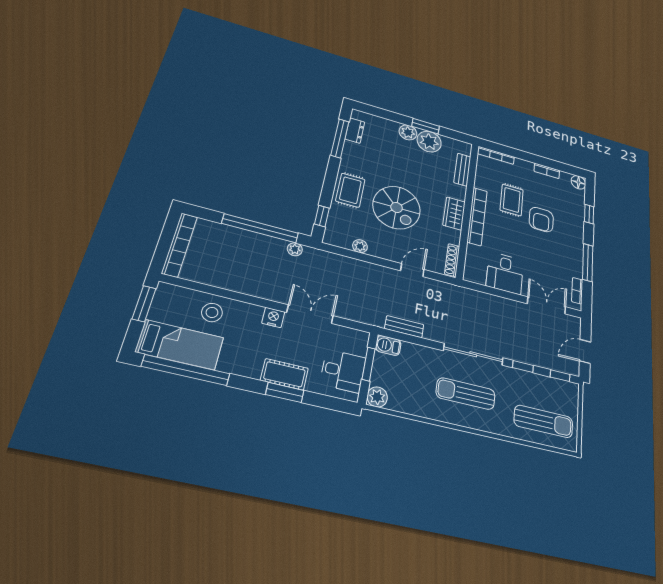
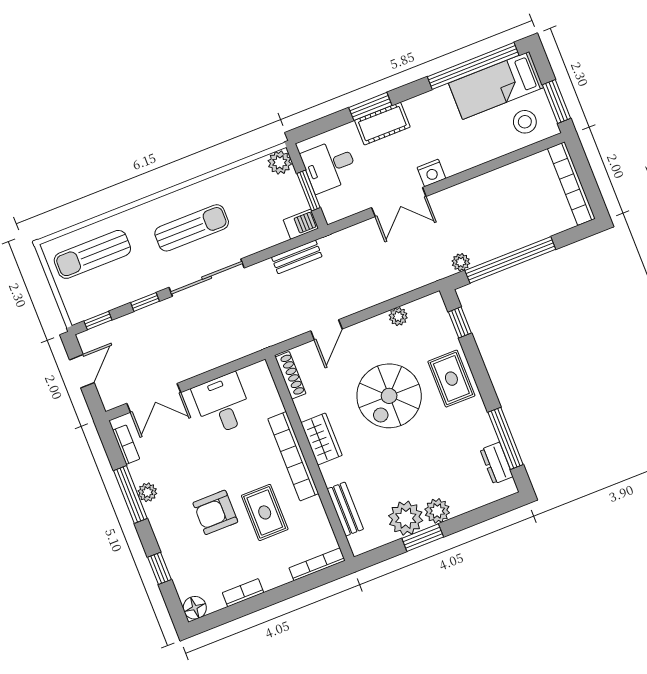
spiral stairs: (397, 208) -> (389, 396), turned -90
armchair: (541, 220) -> (215, 512), turned -90
plant: (577, 257) -> (147, 492), added
stool: (212, 312) -> (525, 122), moved

